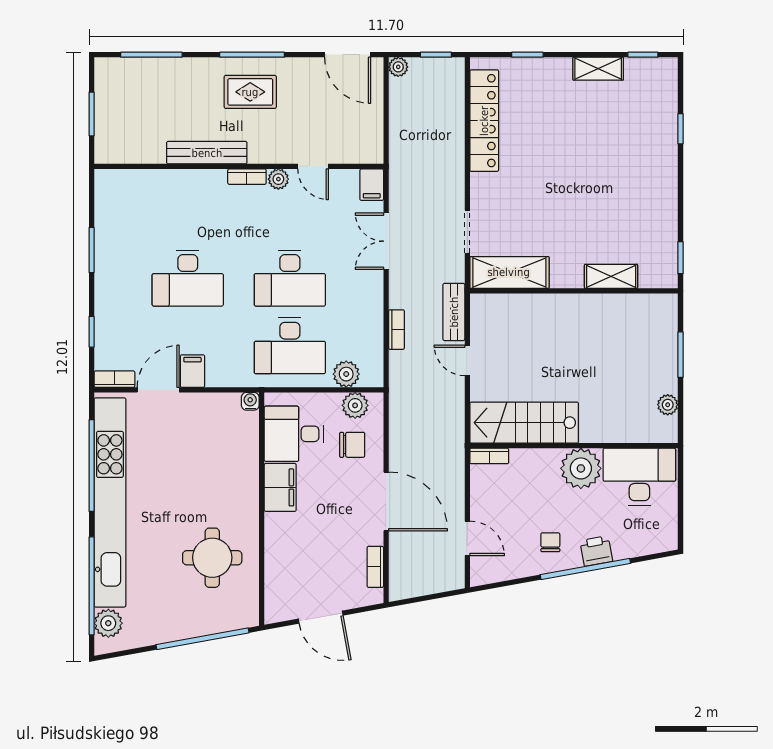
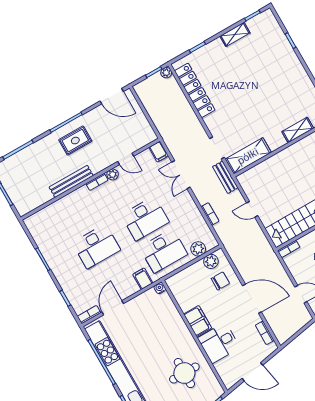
plant: (398, 67) -> (166, 73), moved
bench: (454, 312) -> (225, 177), moved
filing cabinet: (192, 371) -> (143, 279), moved
desk: (294, 434) -> (219, 343), moved

